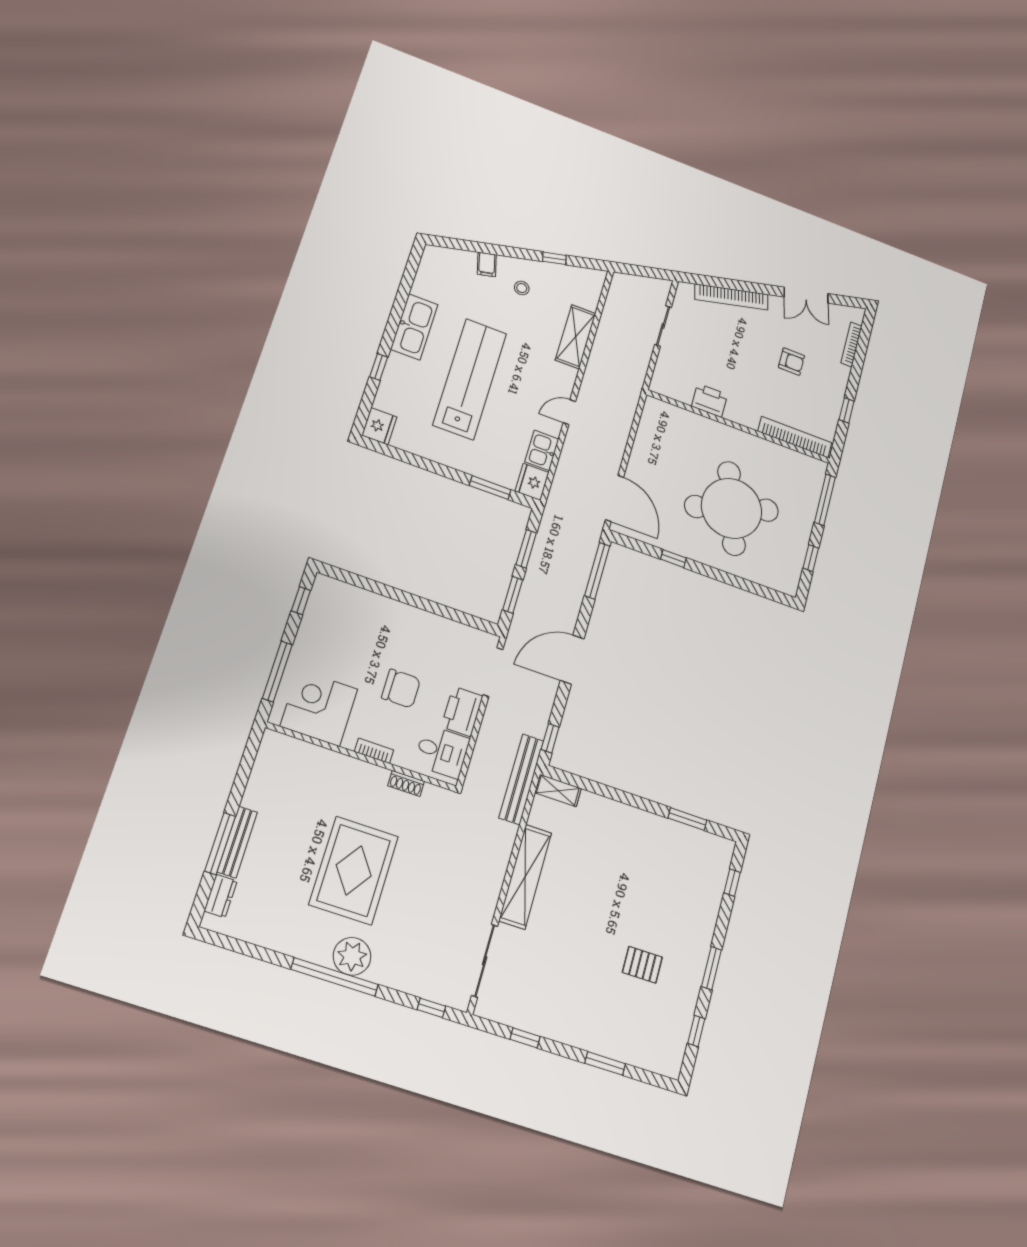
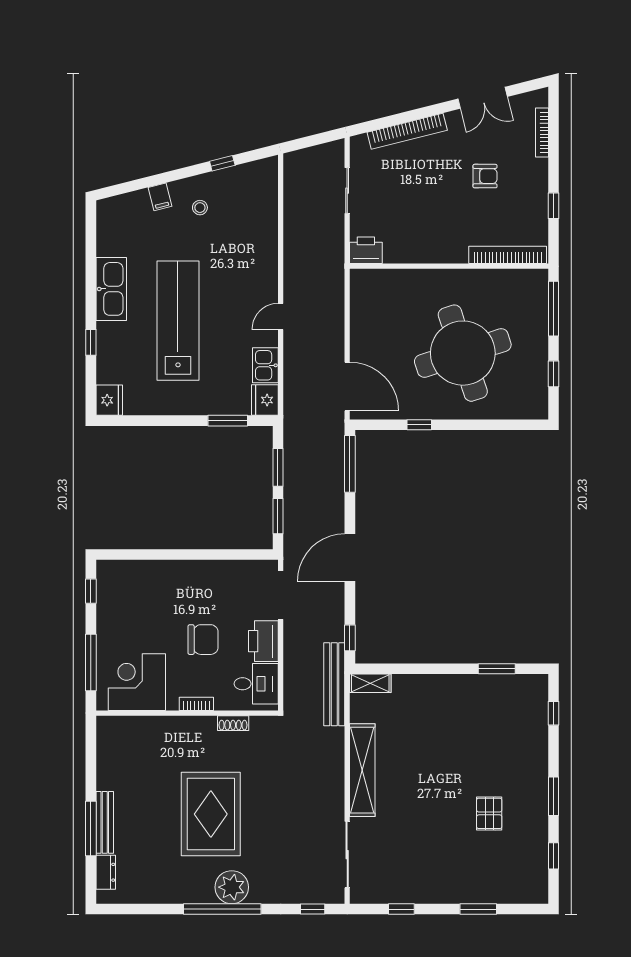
shelving: (576, 337) -> (265, 237), removed
printer: (710, 400) -> (366, 250), moved
pallet: (642, 965) -> (489, 813), turned 90

